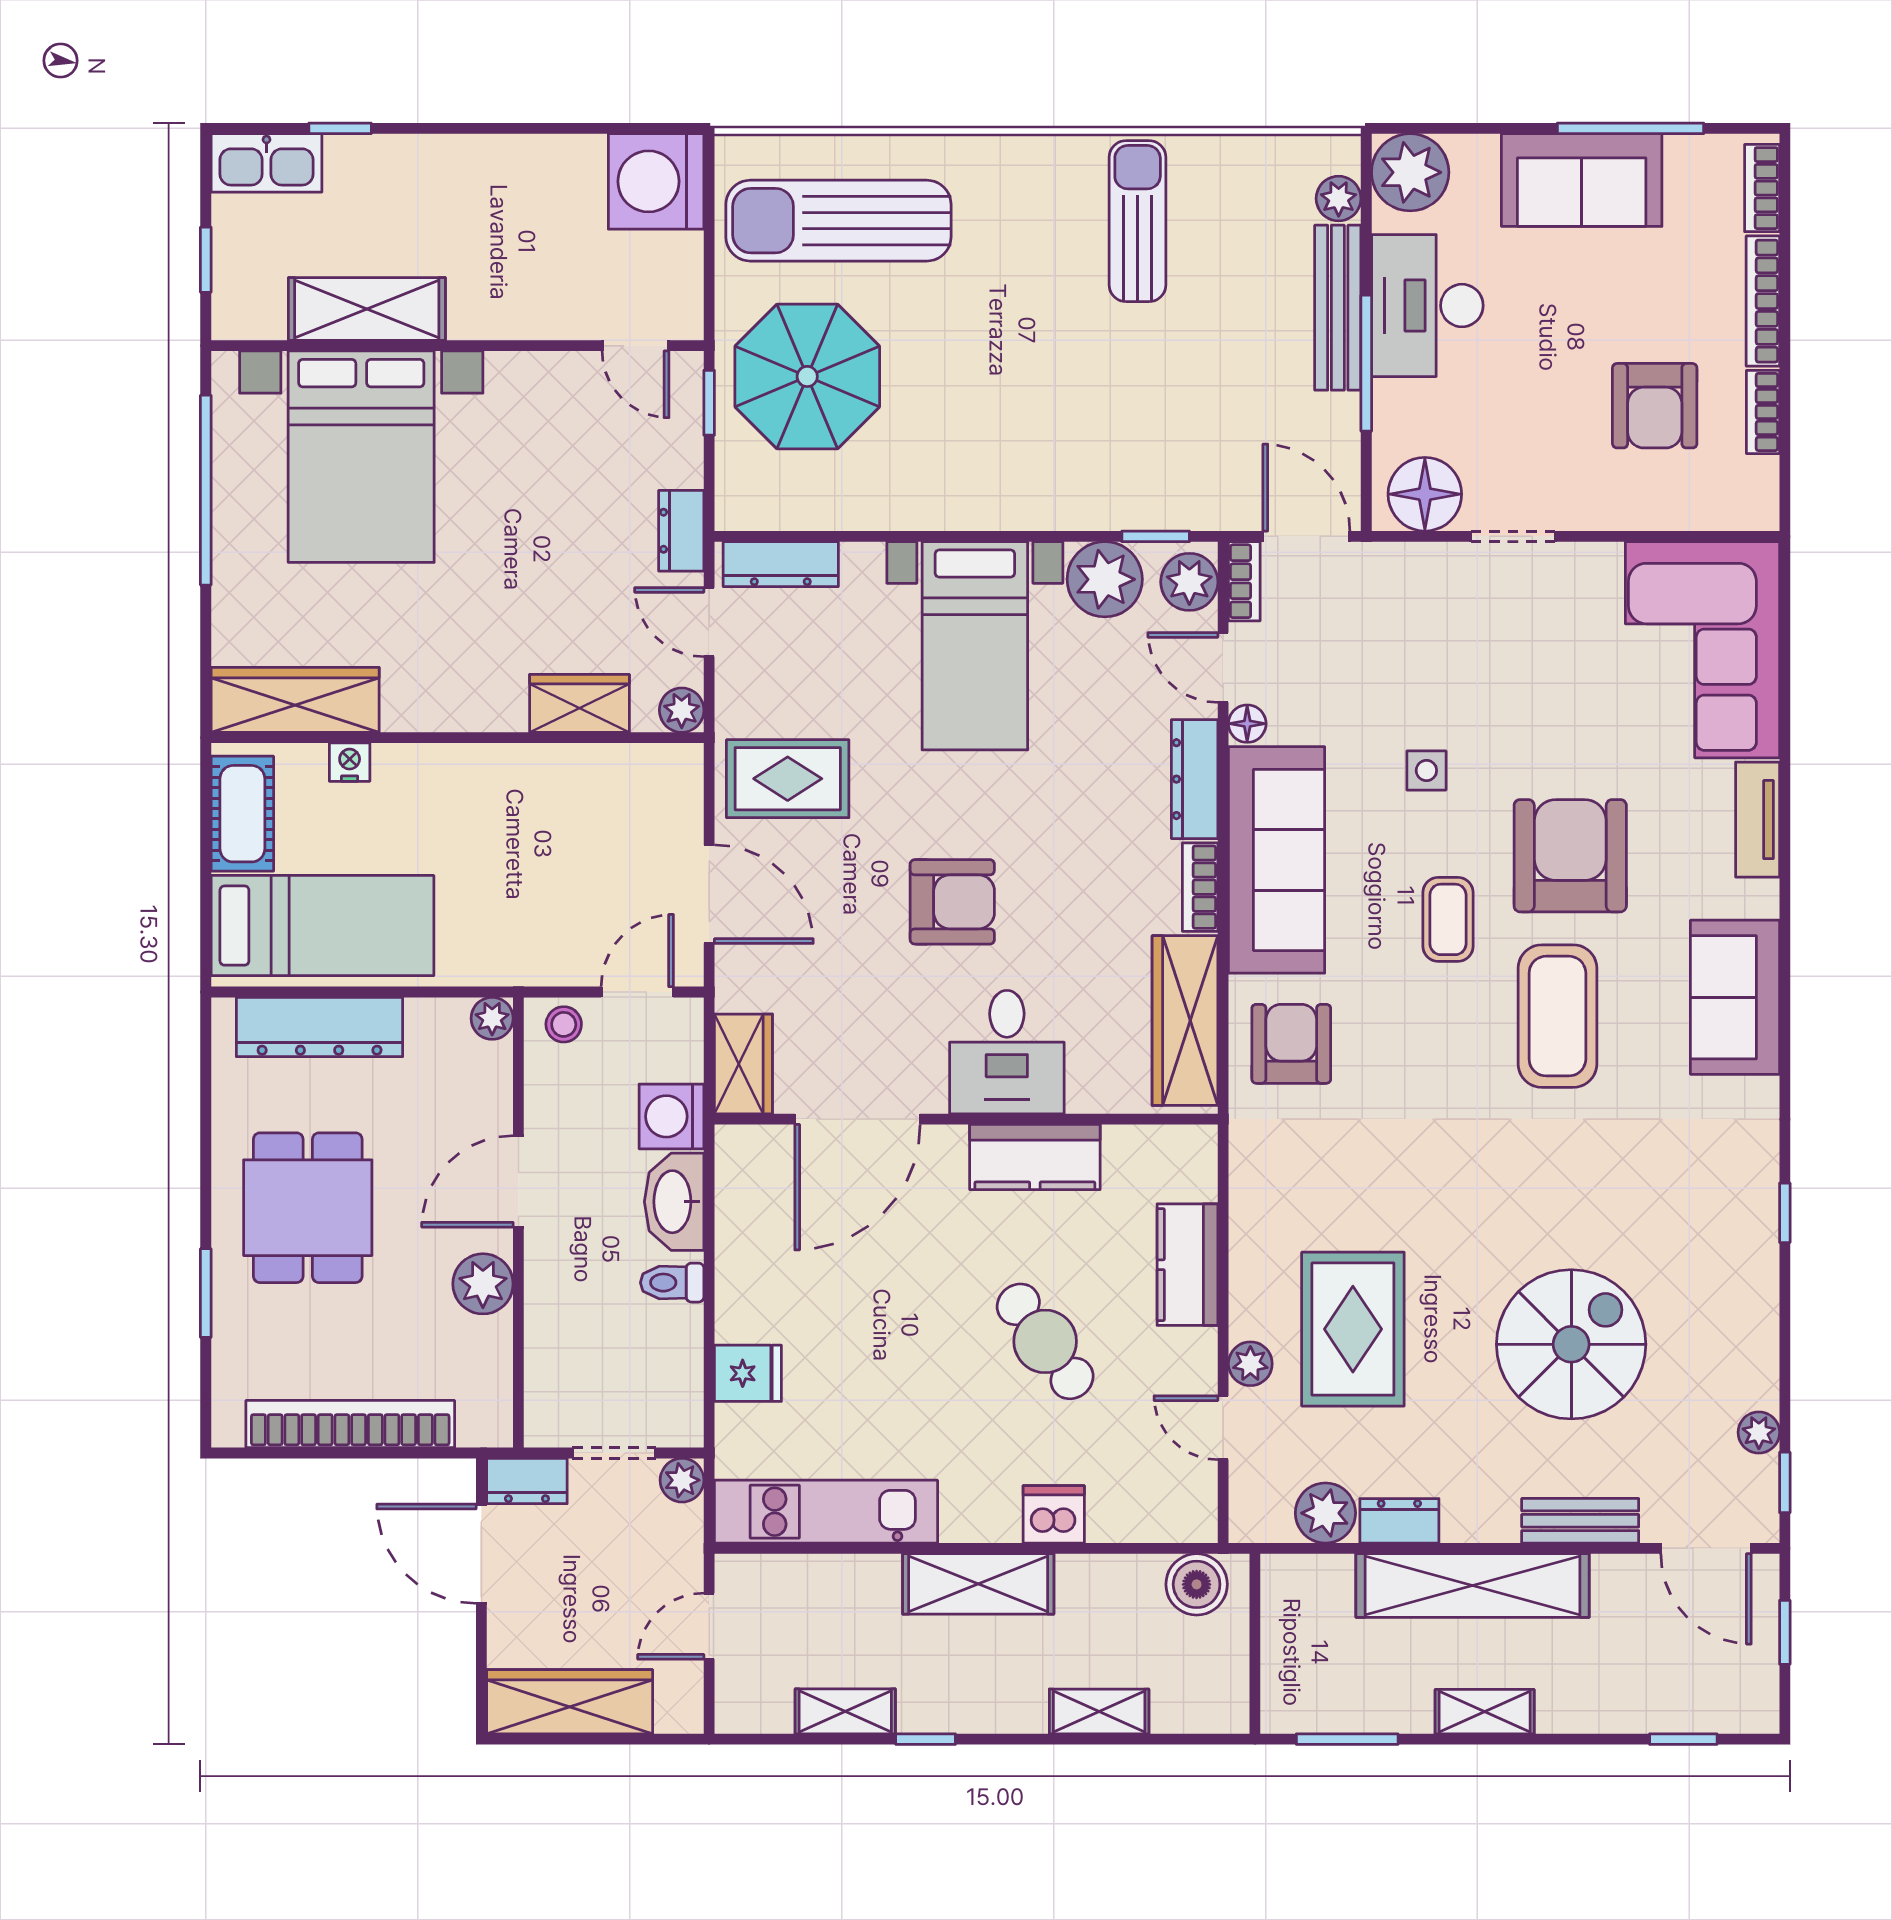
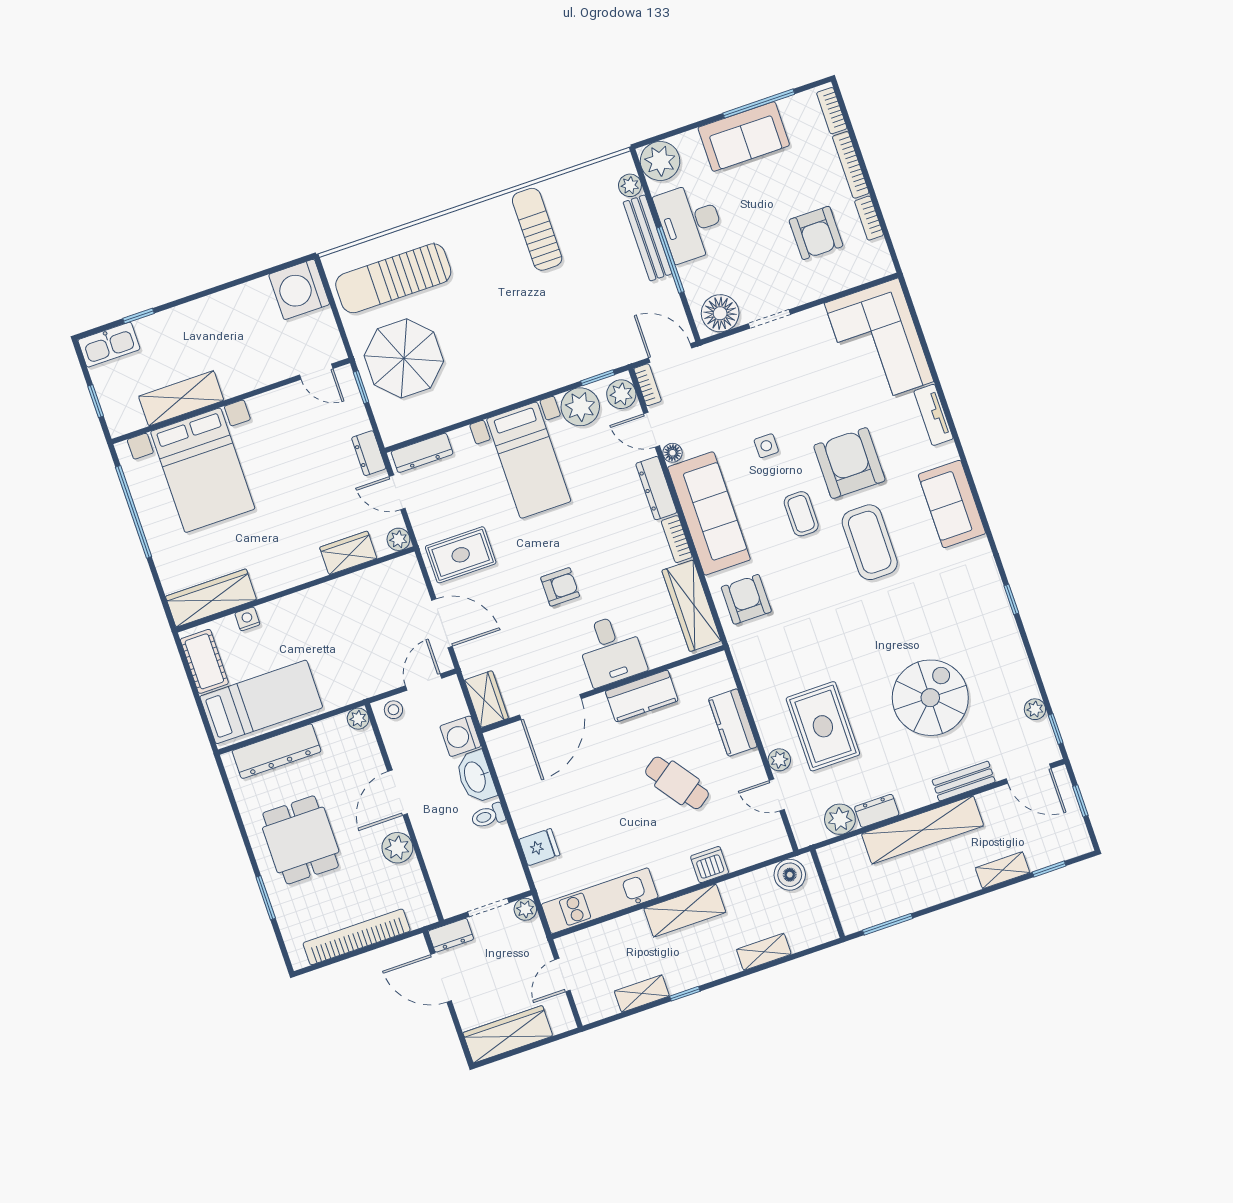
armchair: (952, 902) -> (560, 587), width x0.72, depth x0.72
shelving: (1485, 1712) -> (1003, 870), moved

